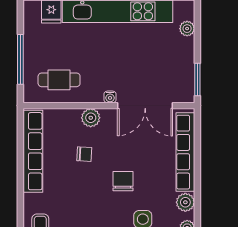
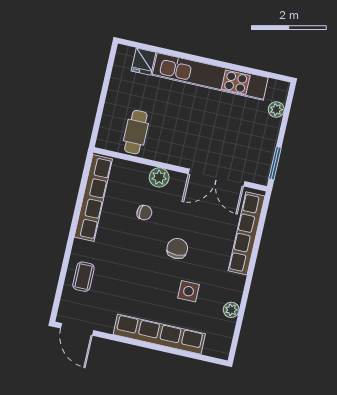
window: (20, 59) -> (102, 103), removed
cafe table: (59, 80) -> (136, 132), turned 90
water cooler: (110, 97) -> (183, 161), removed
plant: (185, 202) -> (235, 284), removed

